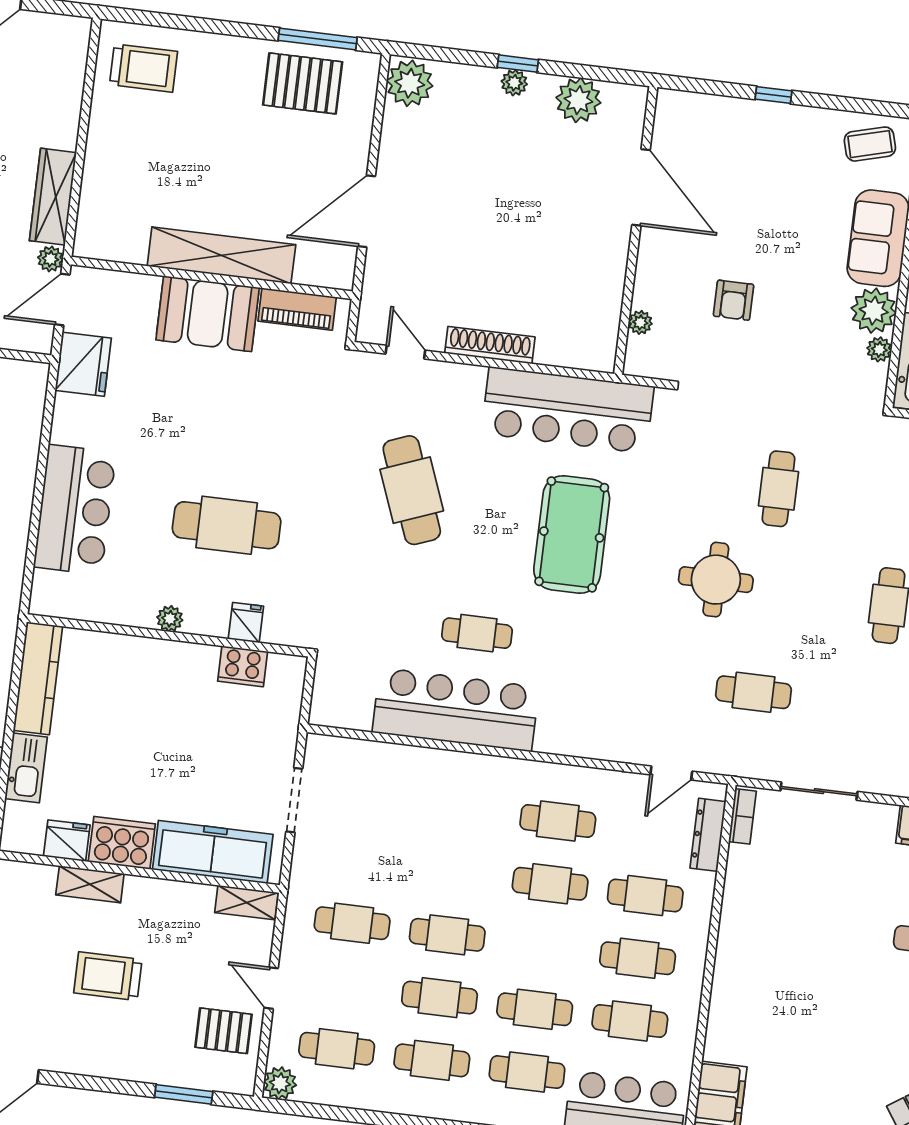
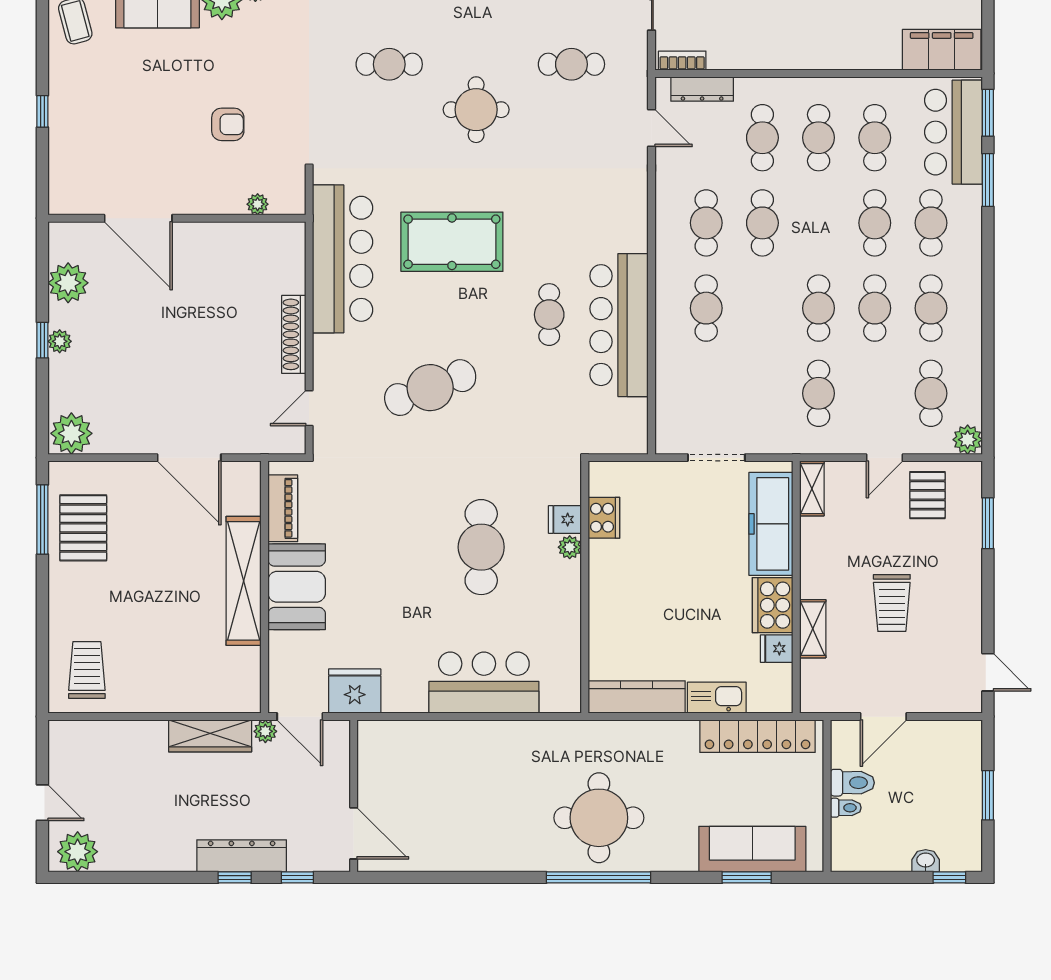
door: (641, 187) -> (138, 218), swing flipped
plant: (170, 619) -> (570, 547), moved
cafe table: (753, 692) -> (571, 64), turned 90
cafe table: (463, 809) -> (706, 308), added
fridge: (67, 841) -> (777, 649), width x0.72

